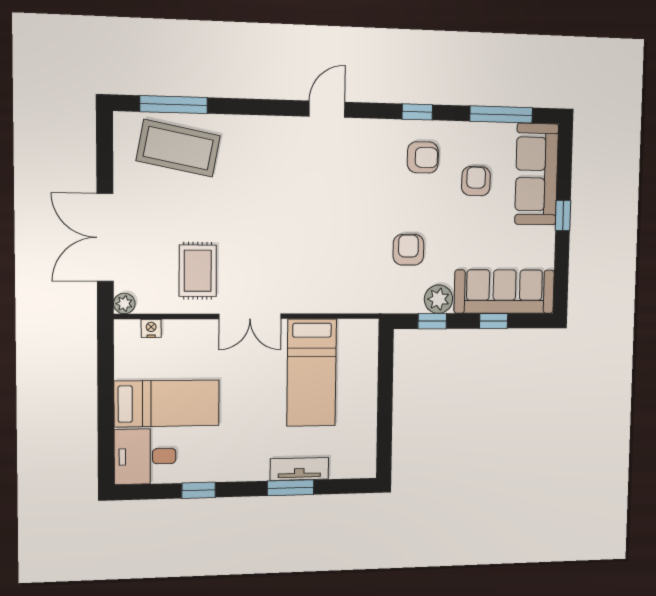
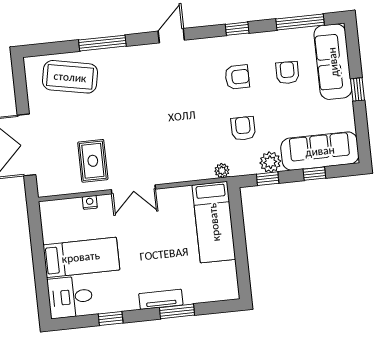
window: (174, 105) -> (102, 43), moved
armchair: (423, 157) -> (237, 77), moved
plant: (124, 304) -> (222, 171), moved
nightstand: (151, 328) -> (90, 202), moved
bed: (312, 373) -> (214, 222), moved
tv unit: (299, 469) -> (161, 299), moved

